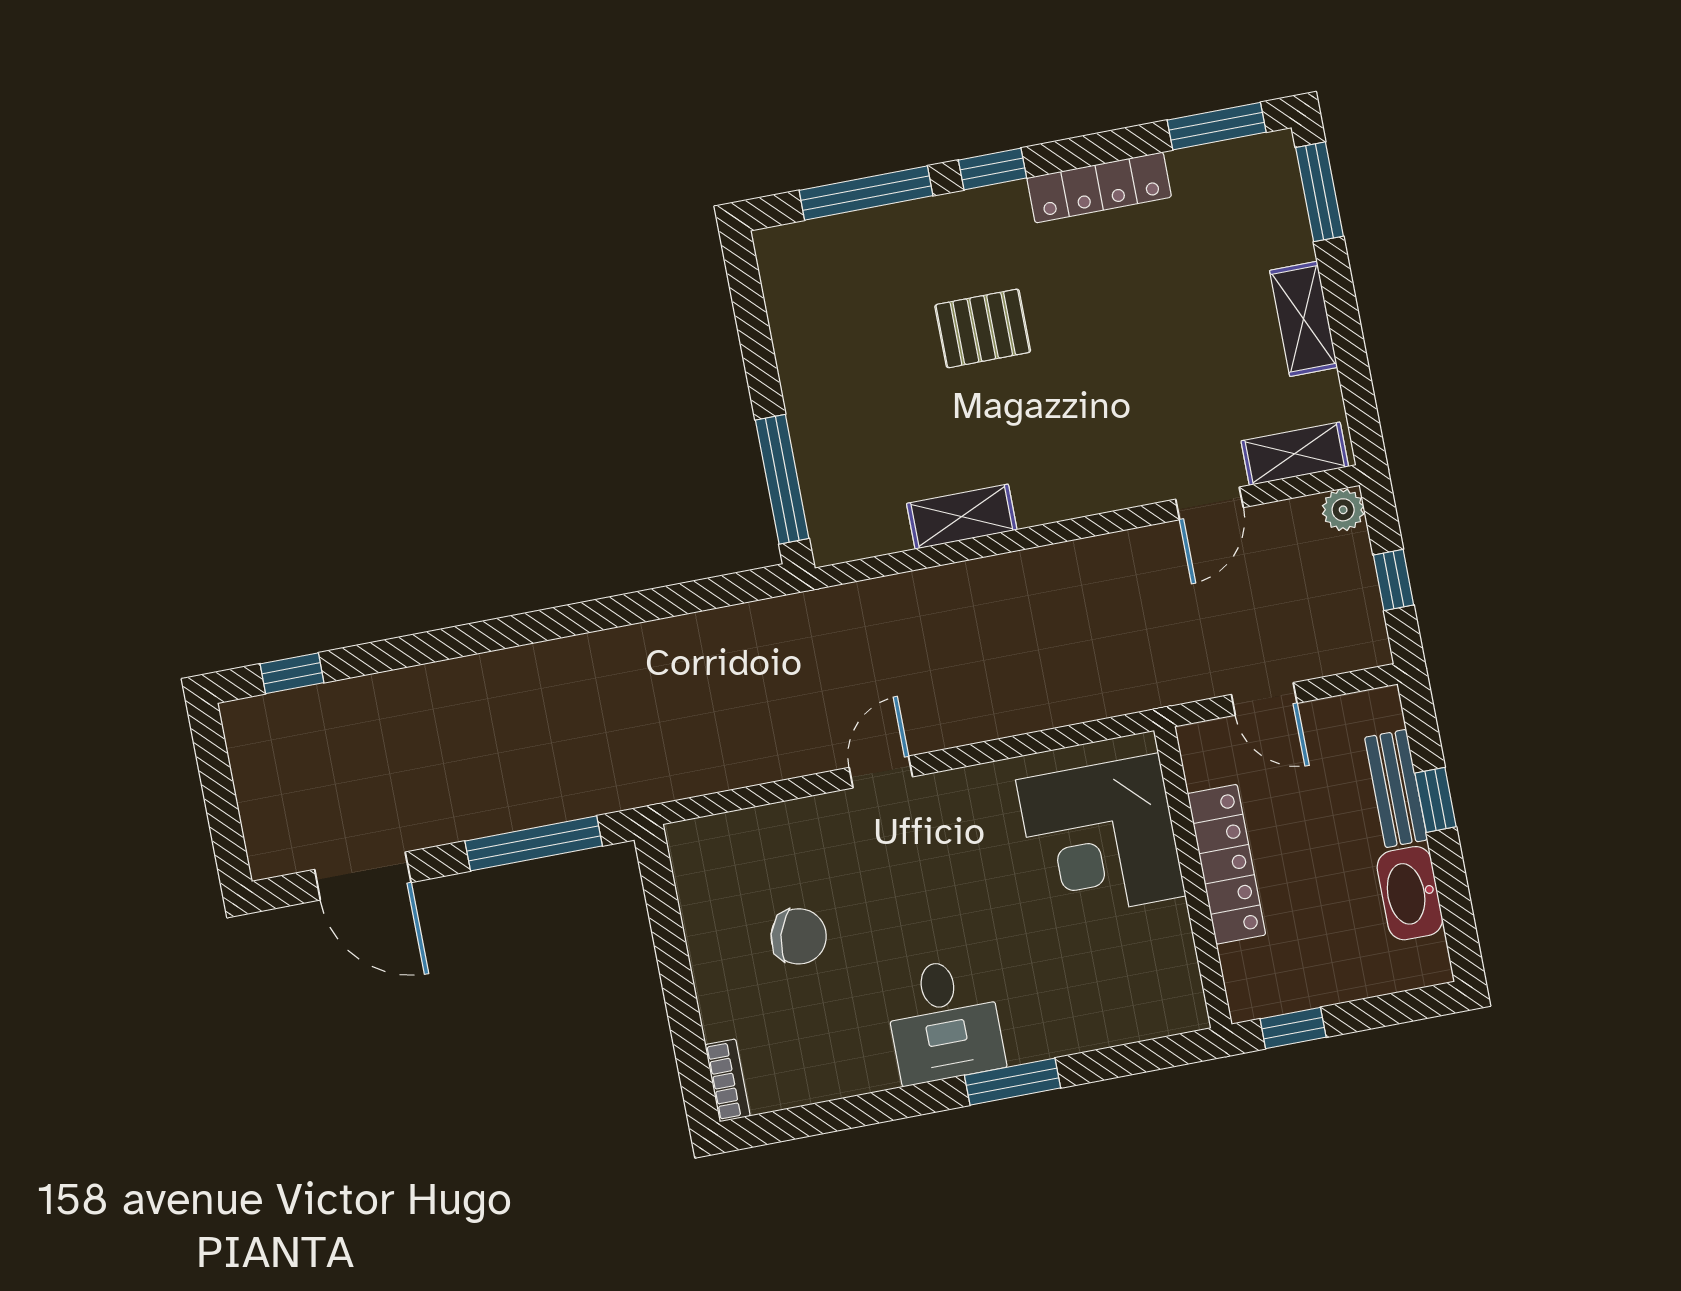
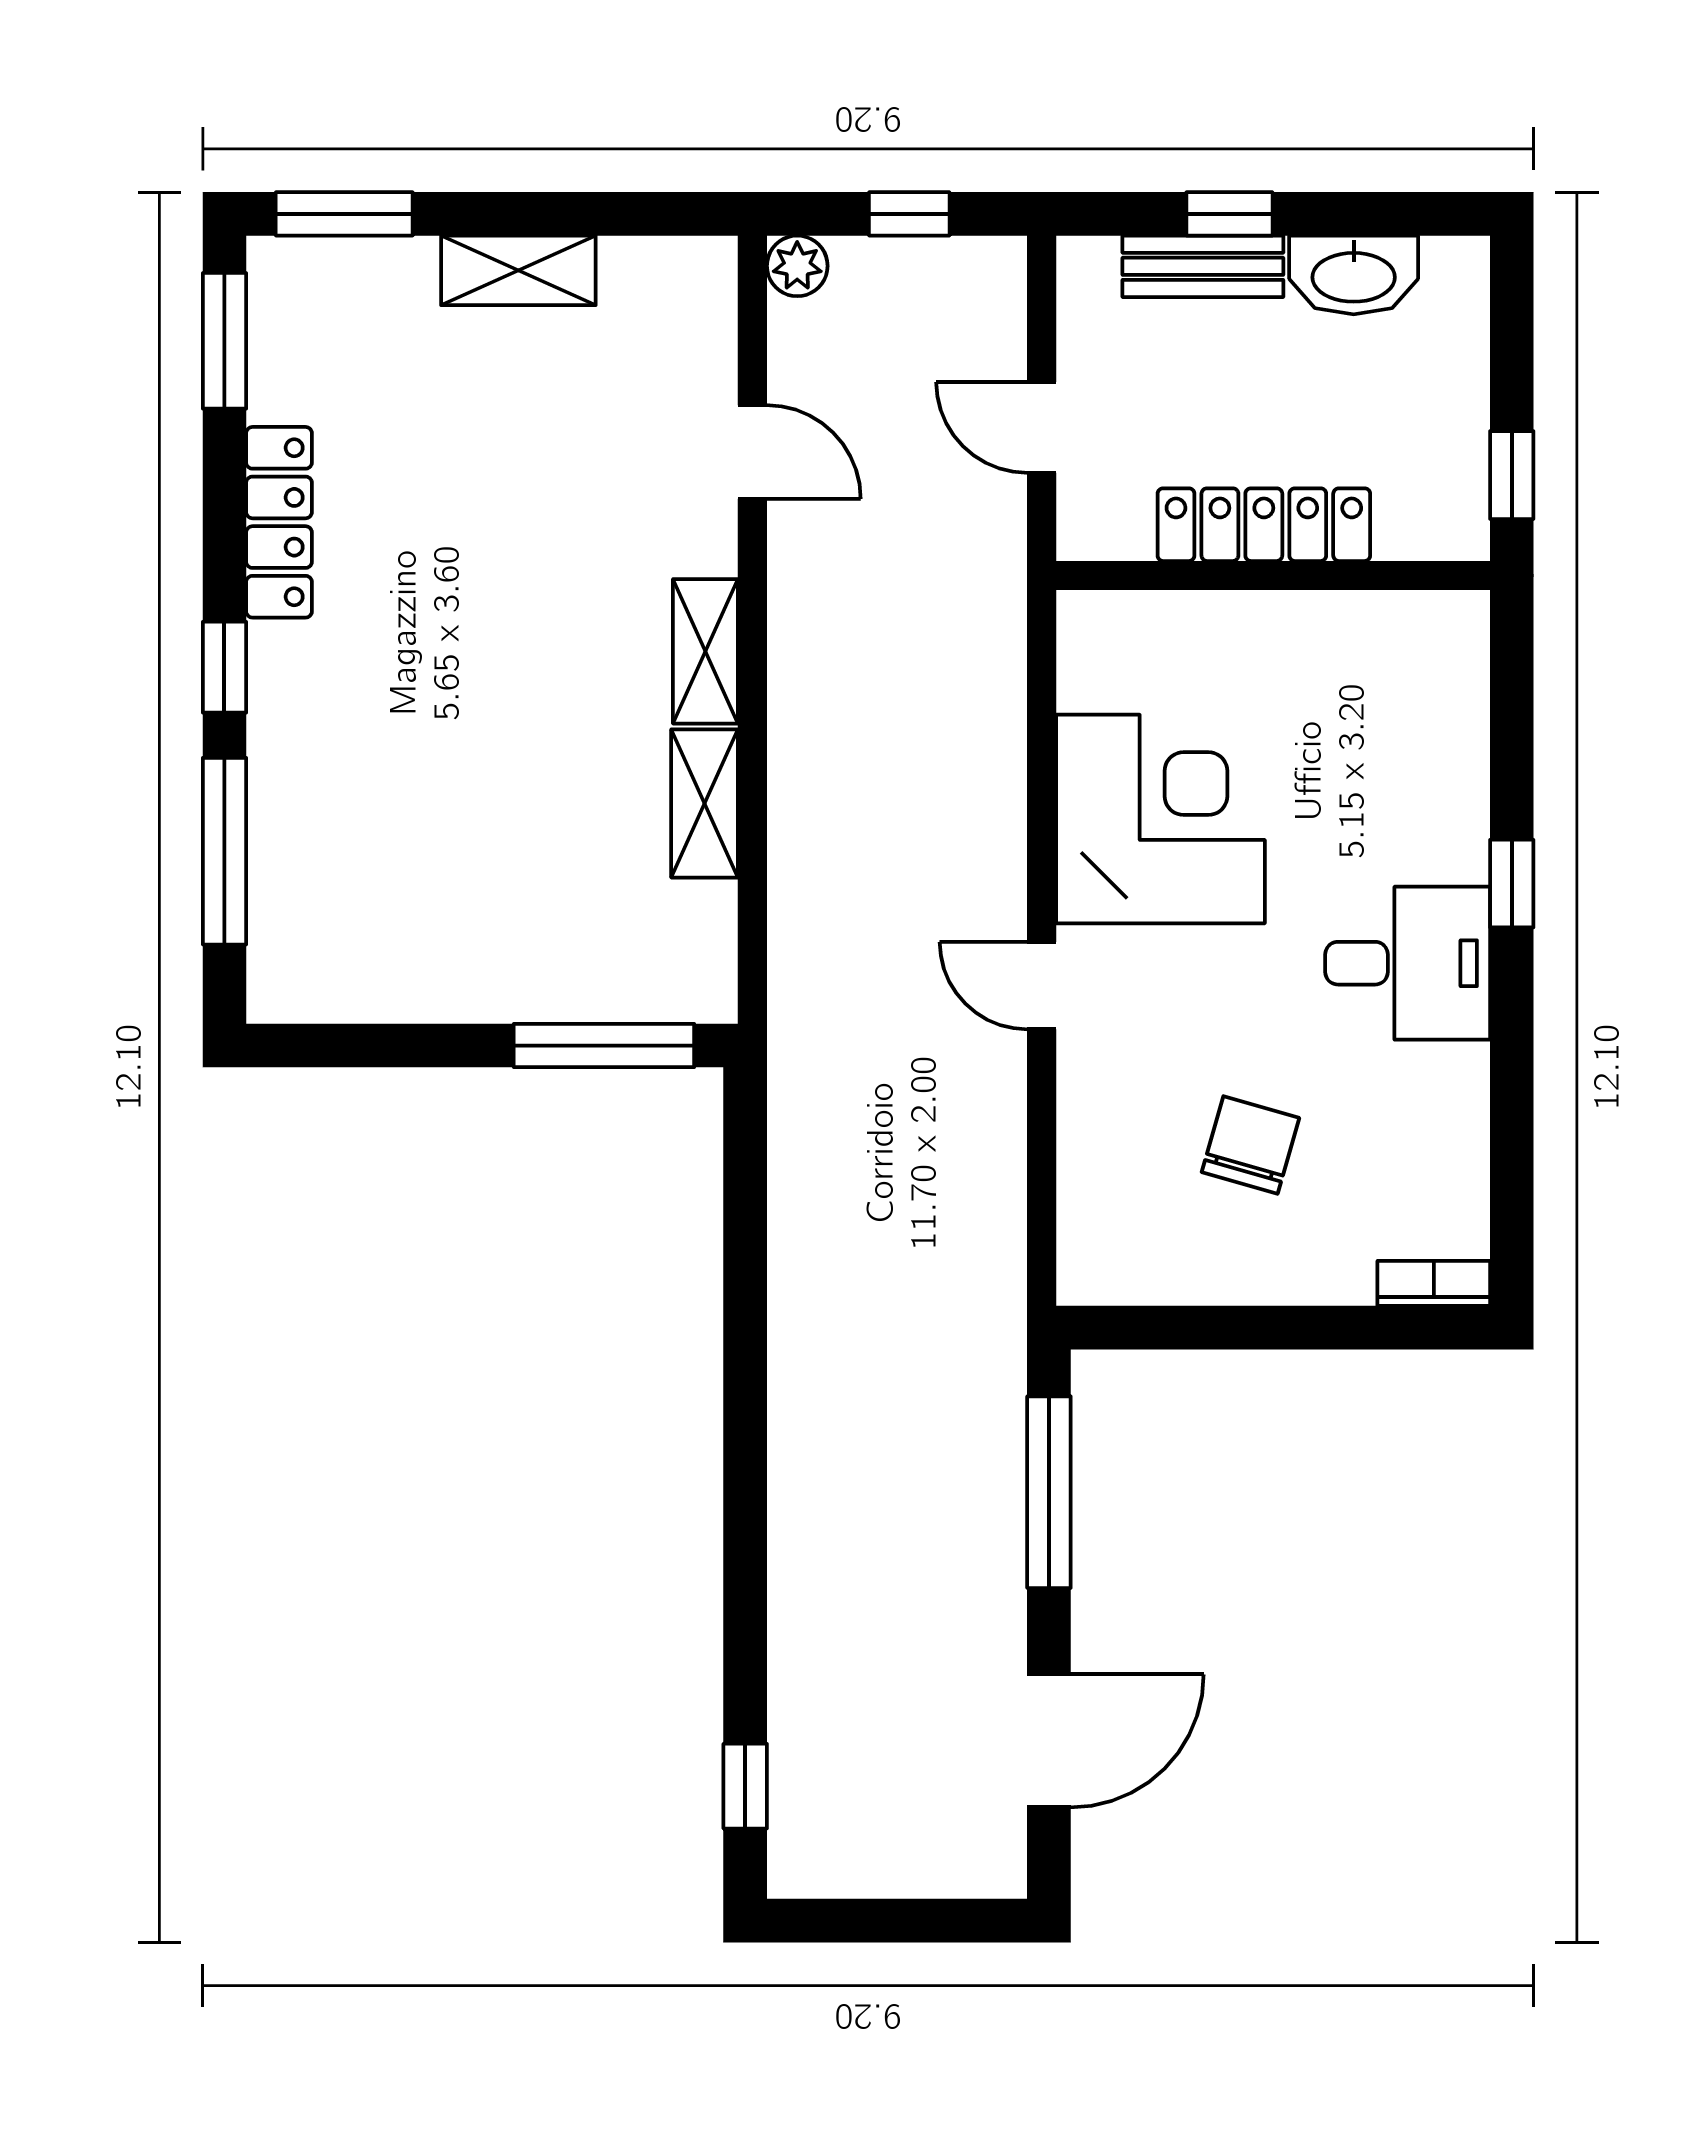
pallet: (983, 328) -> (446, 724), removed
shelving: (1295, 454) -> (705, 651), moved
door: (1264, 699) -> (1042, 427), swing flipped
corner desk: (1101, 838) -> (1160, 819), moved, turned -90
window: (1012, 1082) -> (1512, 884), width x0.67

